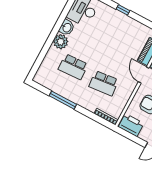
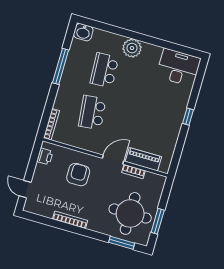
washbasin: (67, 28) -> (83, 32), moved
printer: (131, 125) -> (45, 156), width x0.53, depth x0.68

